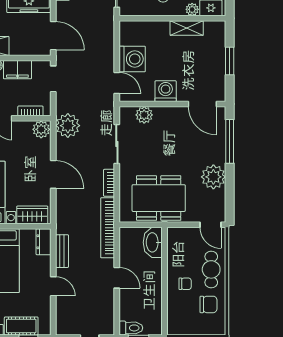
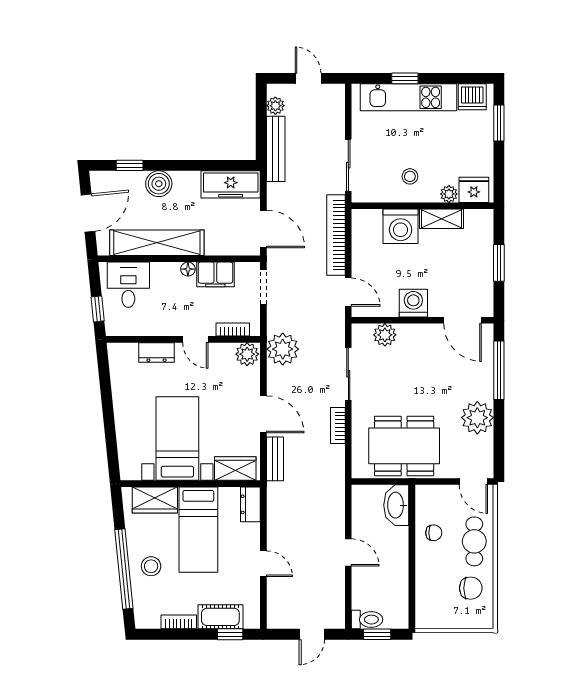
washing machine: (132, 59) -> (401, 226), moved, turned 90
bookcase: (108, 228) -> (336, 235), moved
bench: (62, 251) -> (275, 459), moved
chair: (185, 284) -> (434, 533), moved

